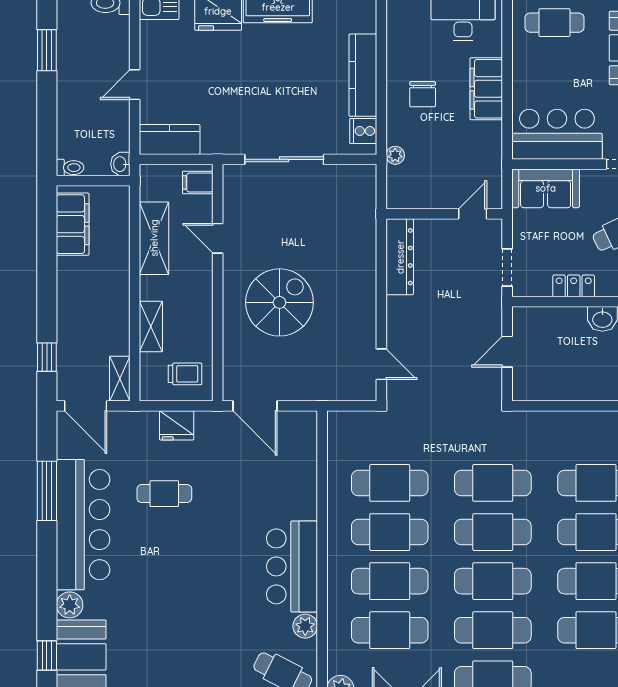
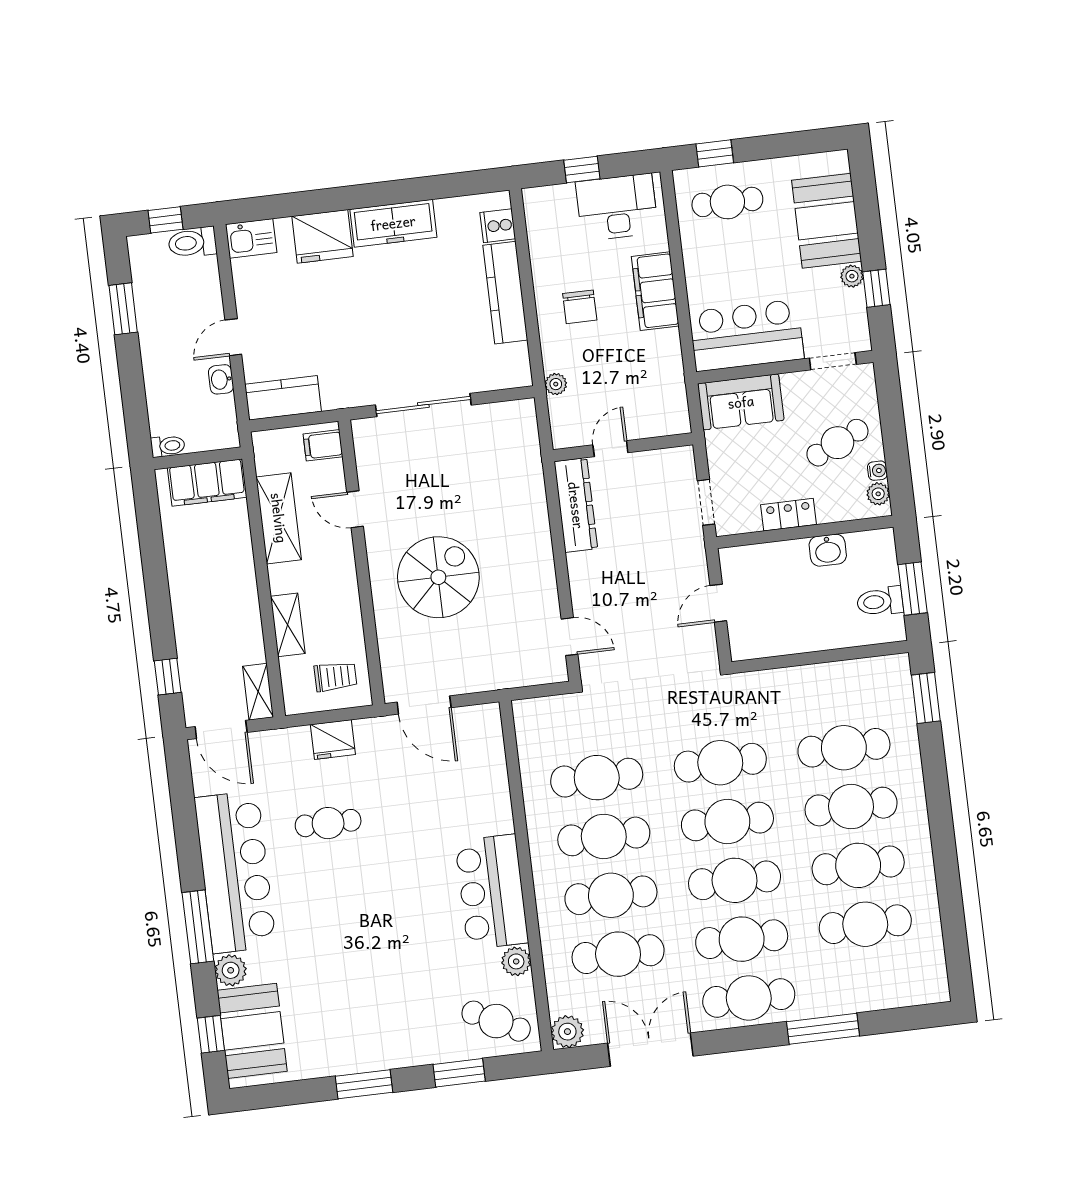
cooker: (363, 131) -> (498, 226), moved
washbasin: (120, 164) -> (221, 379), moved
door: (473, 214) -> (610, 449), moved
filing cabinet: (73, 224) -> (207, 483), moved, turned 90
window: (47, 491) -> (198, 927), moved

